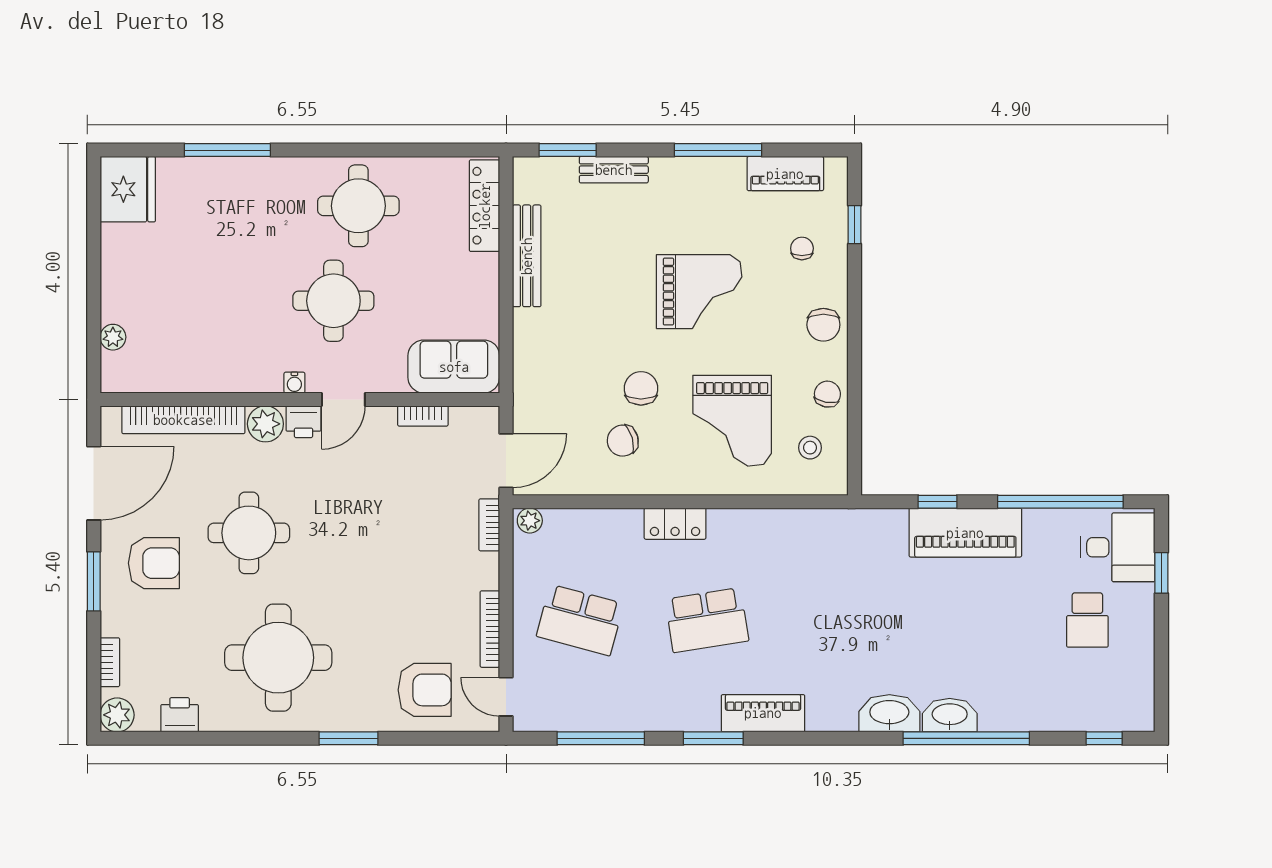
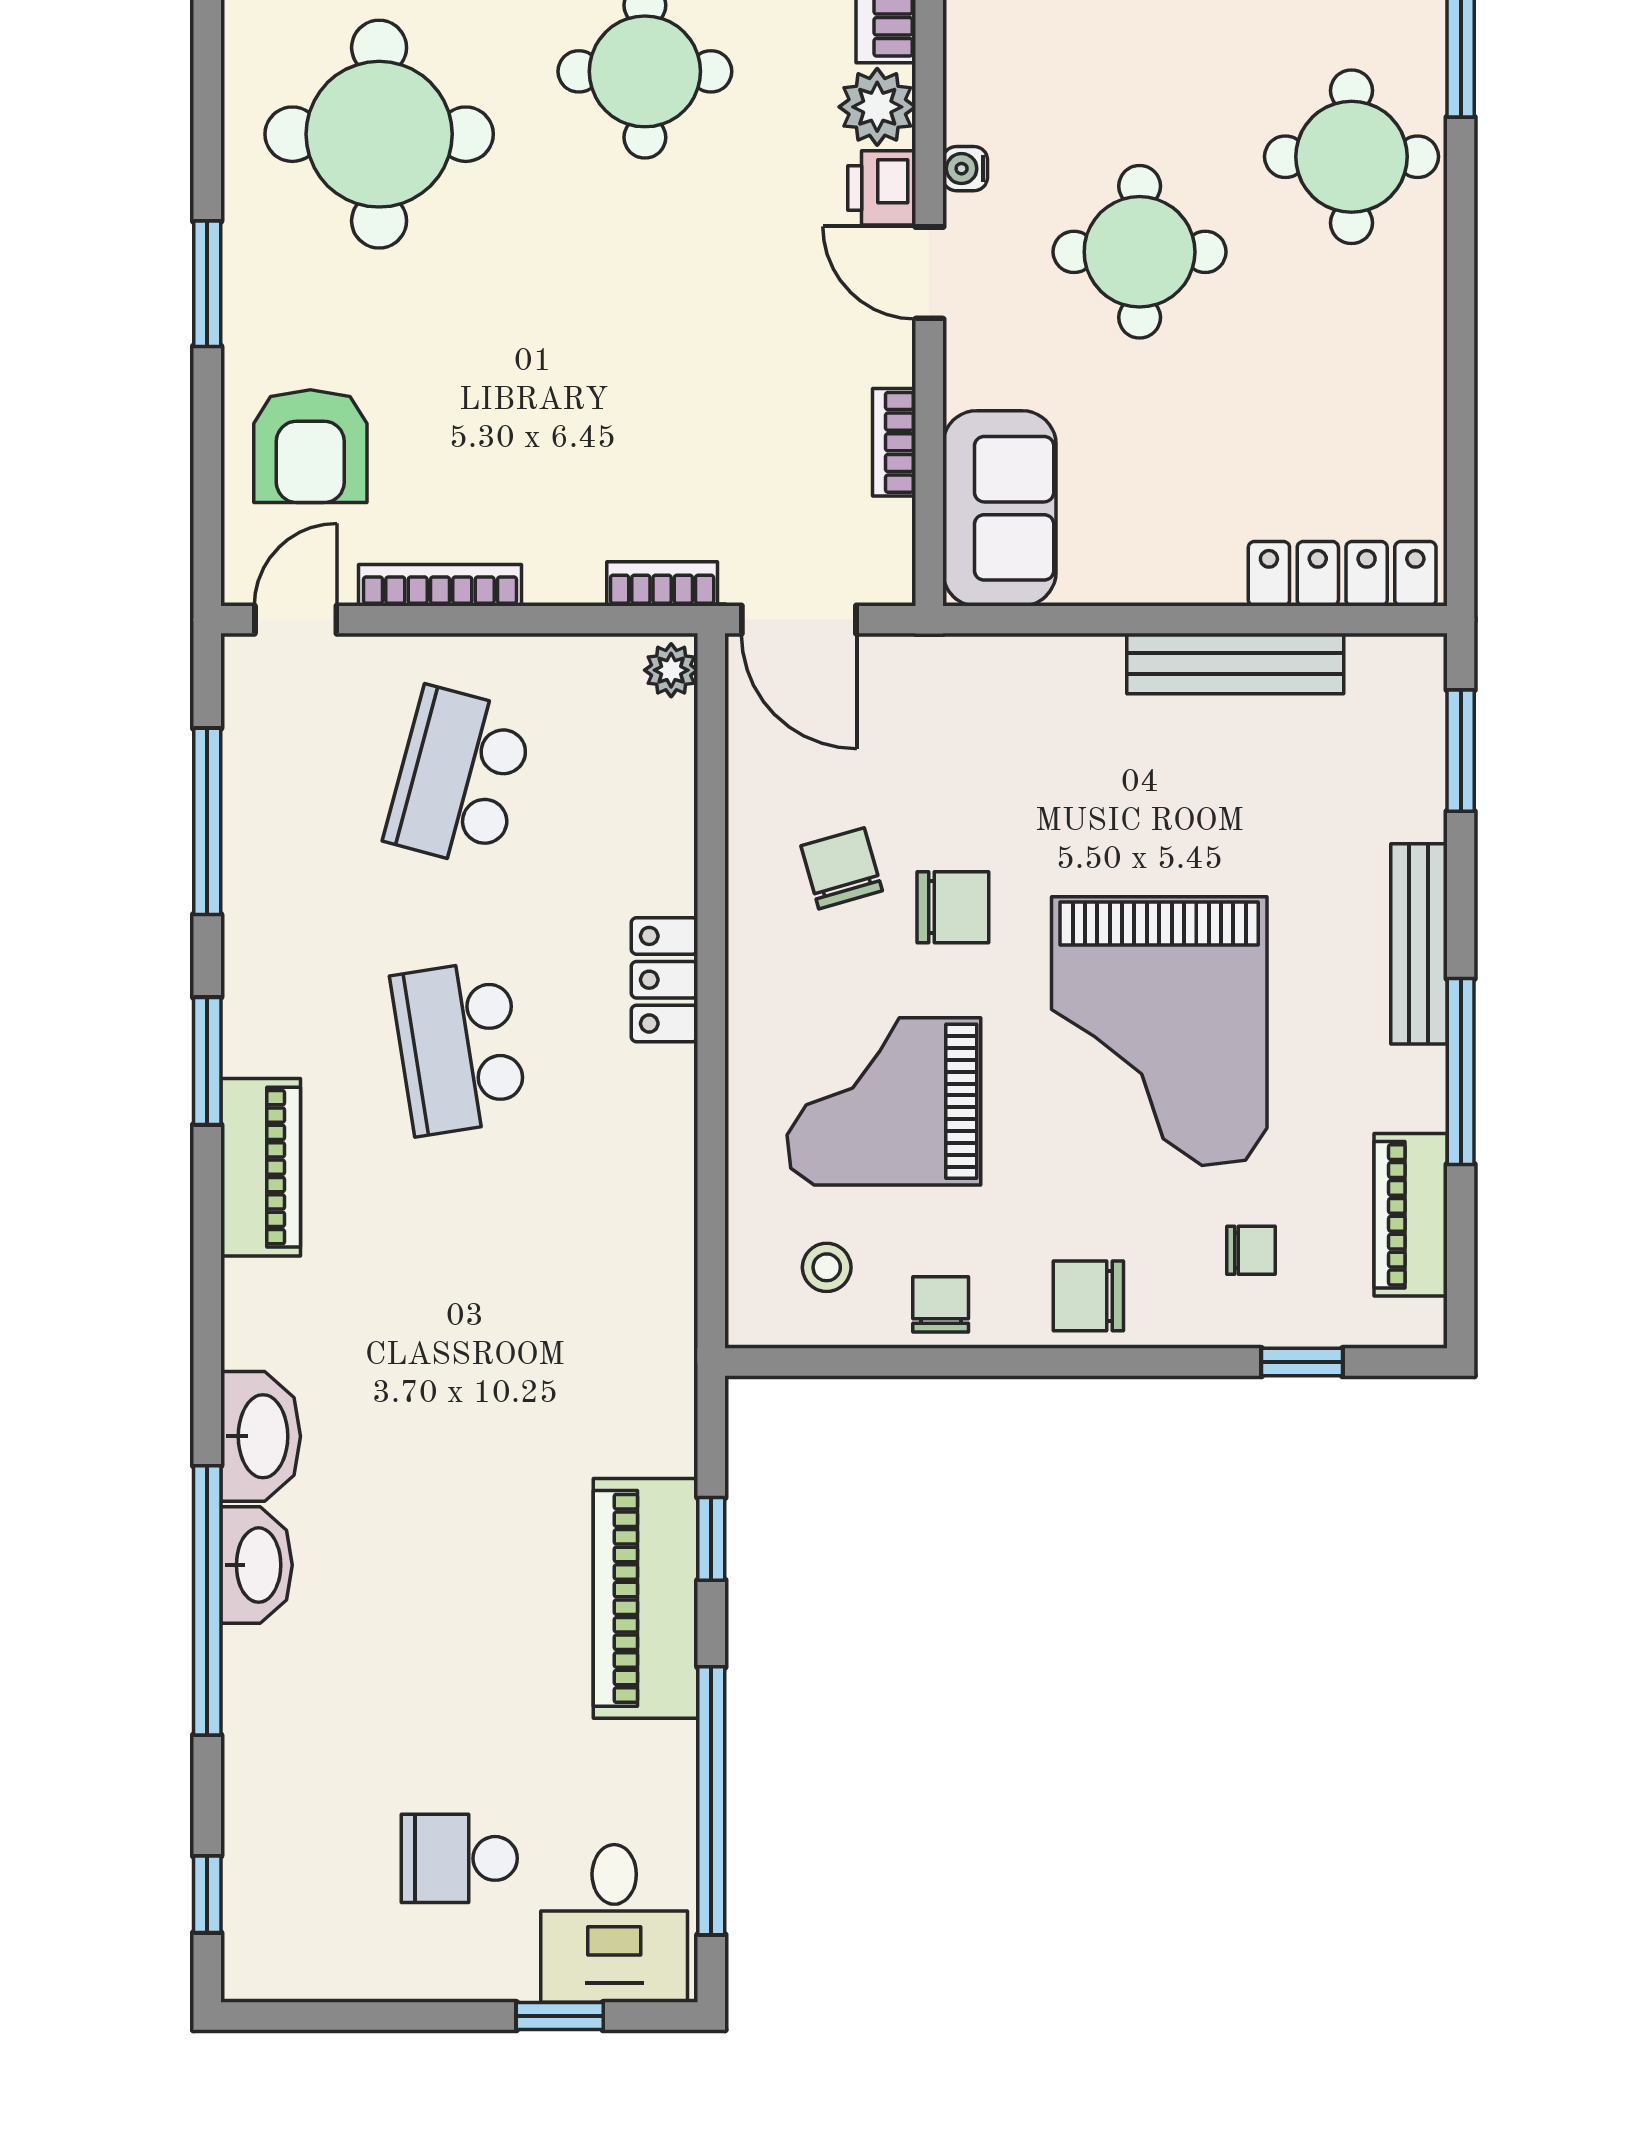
bench: (614, 170) -> (1419, 944), moved, width x1.36
round table: (358, 206) -> (1352, 157), moved
grand piano: (699, 292) -> (1159, 1031), width x1.37, depth x1.48
chair: (827, 394) -> (941, 1304), turned -101

